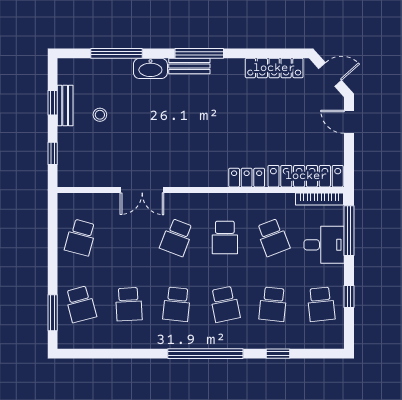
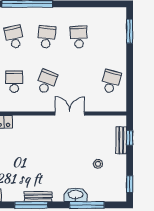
washbasin: (150, 68) -> (76, 195), moved
window: (53, 103) -> (130, 184), moved
bench: (65, 106) -> (121, 140), moved
school desk: (81, 304) -> (111, 37), removed

